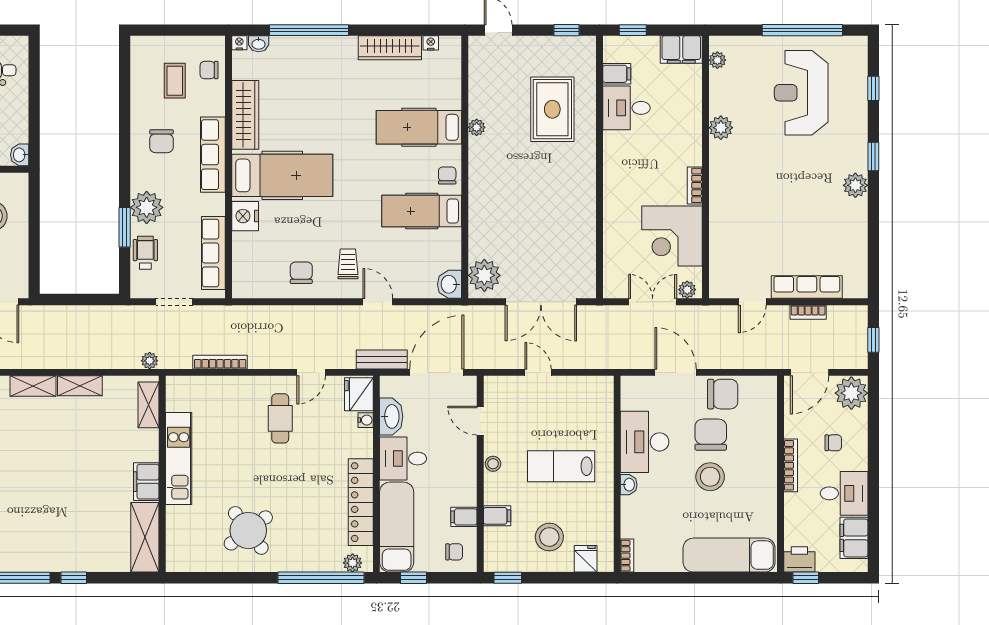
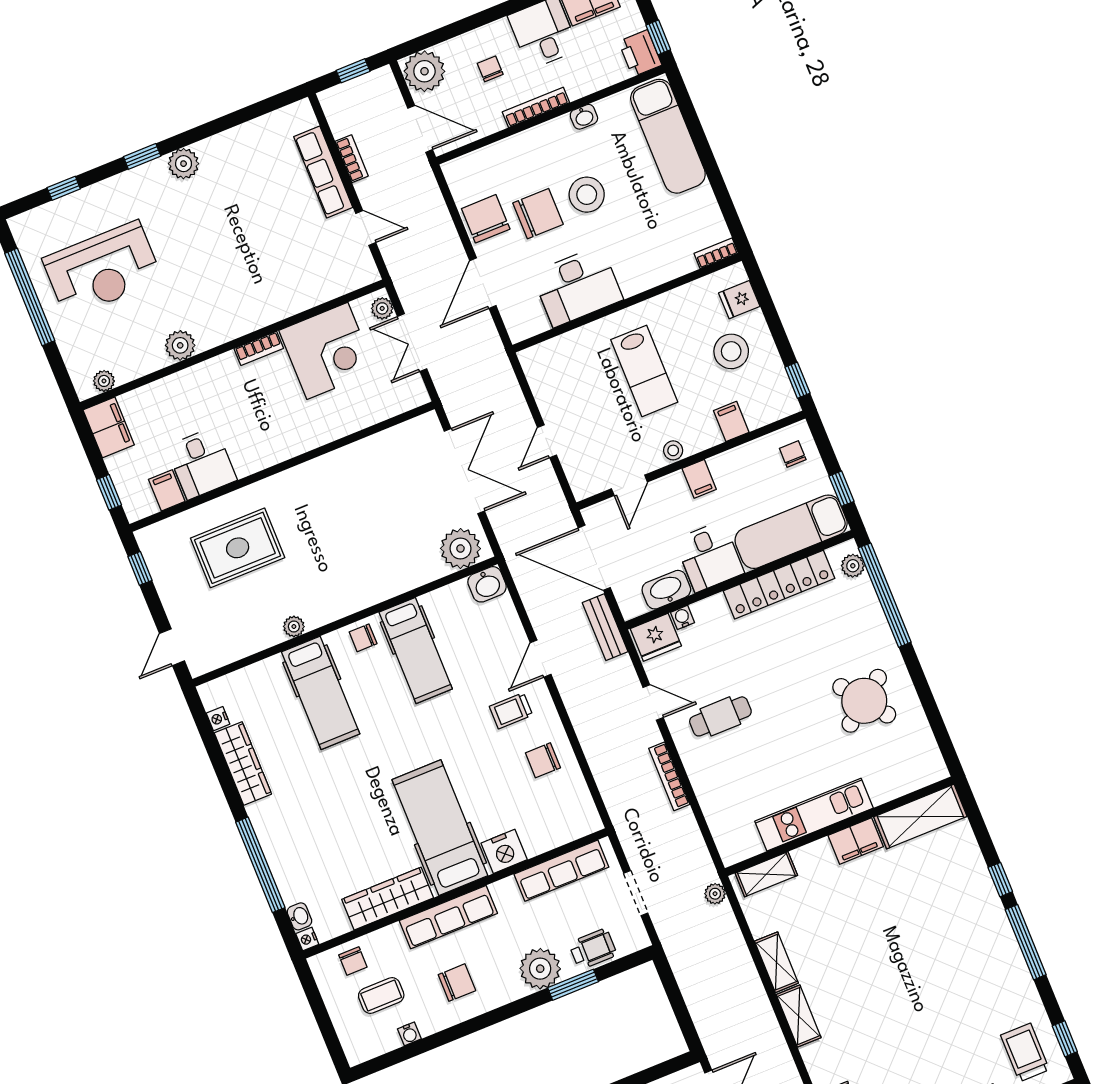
water cooler: (138, 90) -> (409, 1034), added
wheelchair: (145, 253) -> (593, 949), turned 180
bookcase: (220, 362) -> (669, 776), moved
chair: (711, 435) -> (538, 214), turned 180
washbasin: (629, 485) -> (584, 117), moved, turned 180
filing cabinet: (464, 517) -> (699, 479), moved

